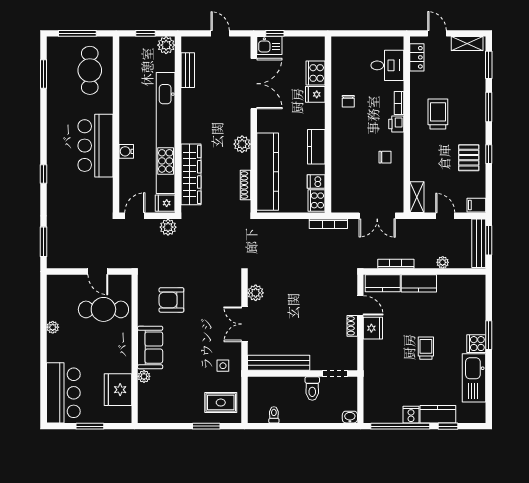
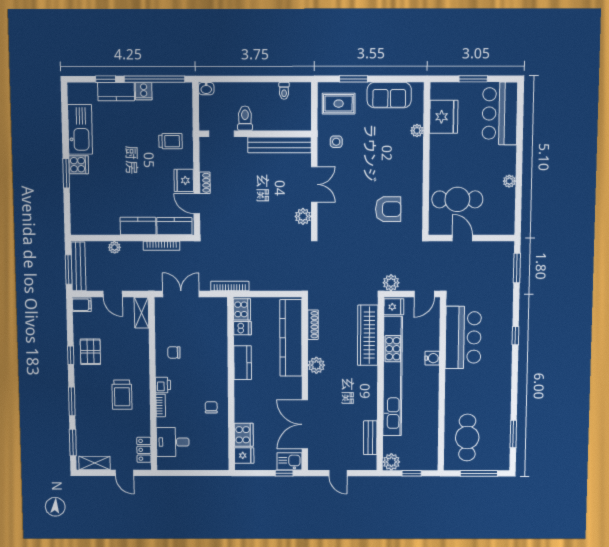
fridge: (315, 94) -> (244, 455), moved
bar counter: (95, 146) -> (463, 337), moved
sofa: (150, 348) -> (389, 95), moved, turned -90
trolley: (426, 348) -> (171, 141), moved, turned -90

